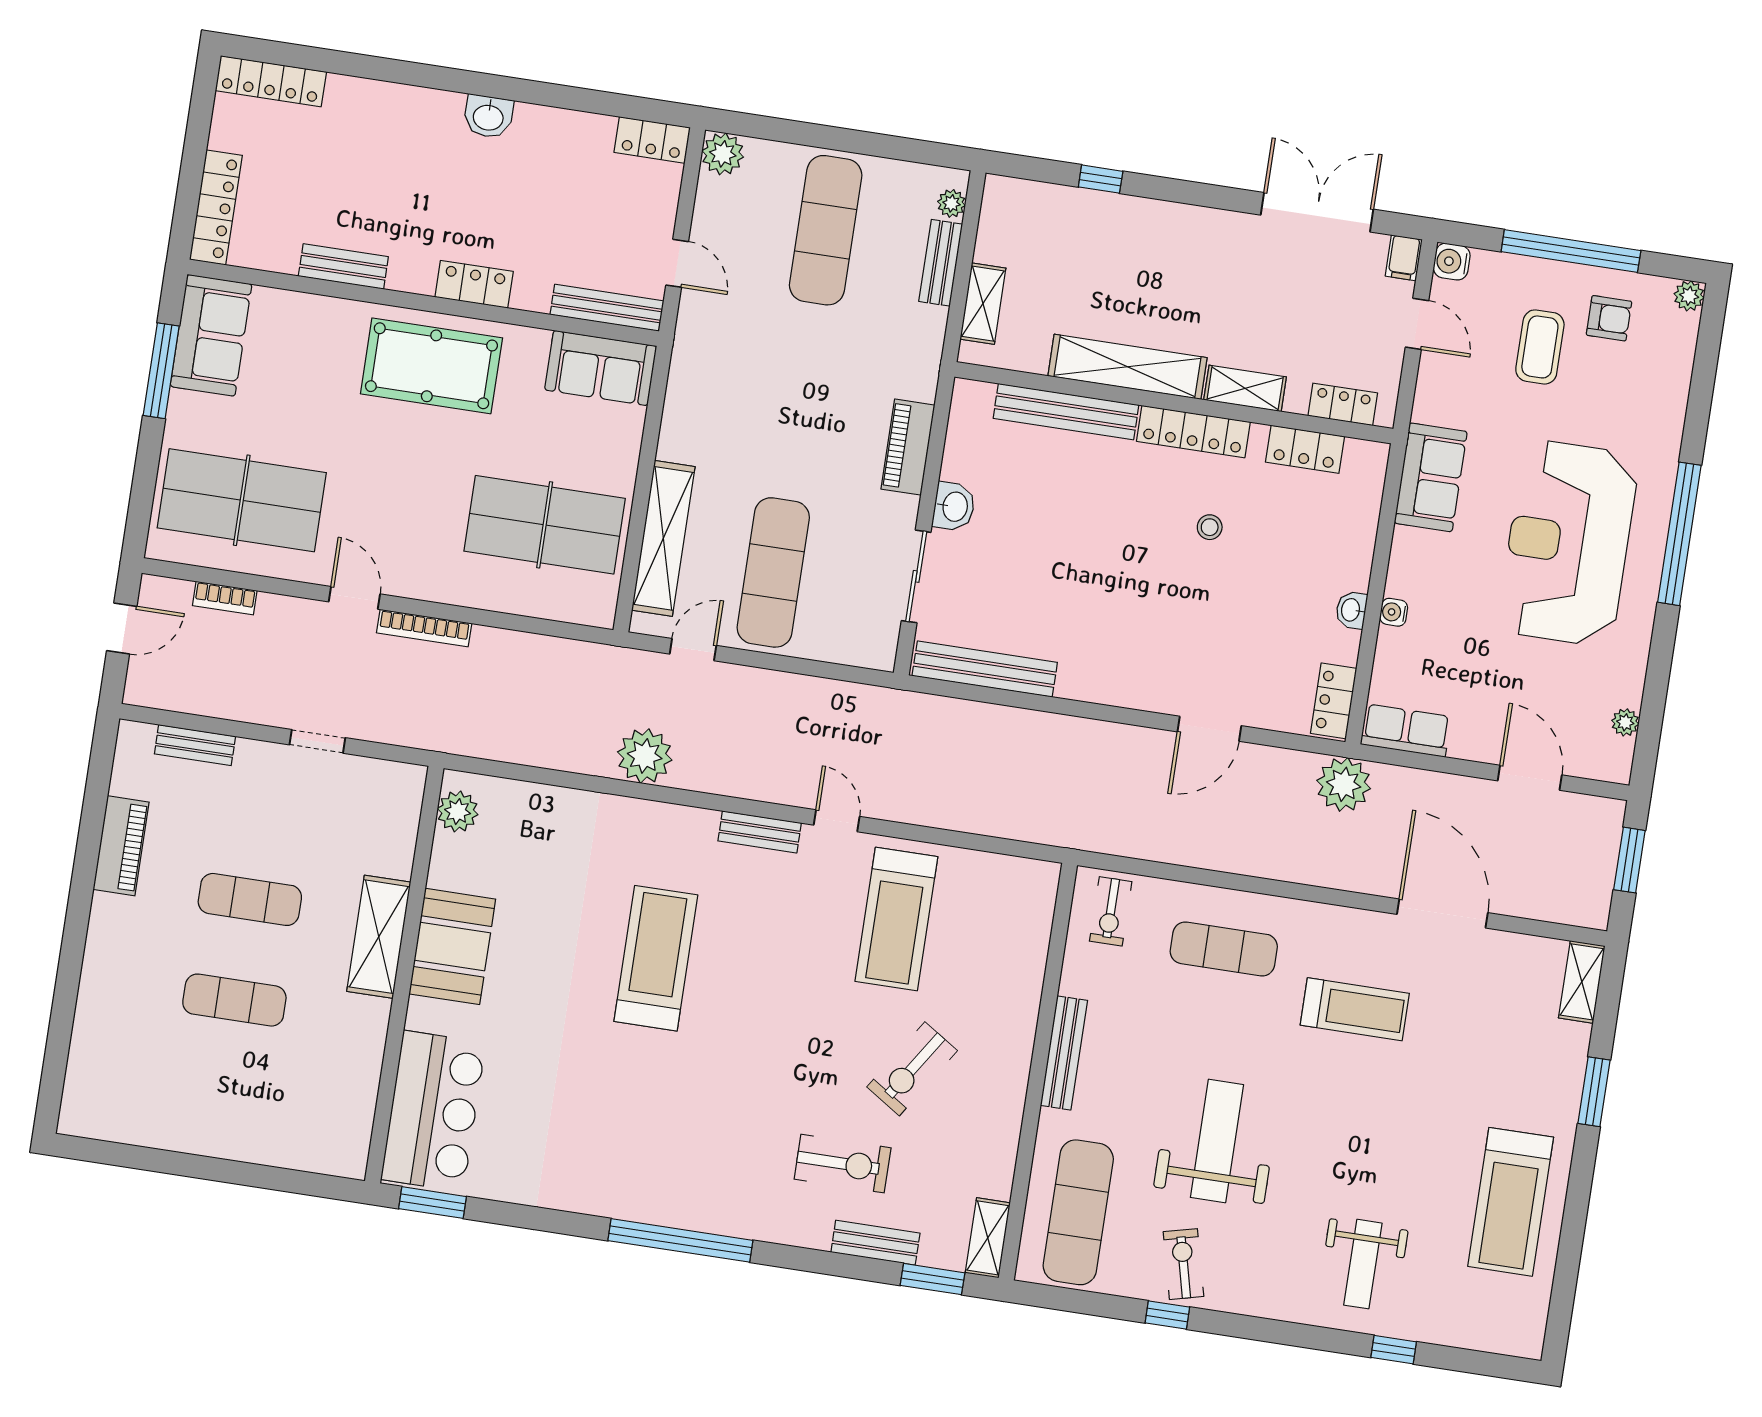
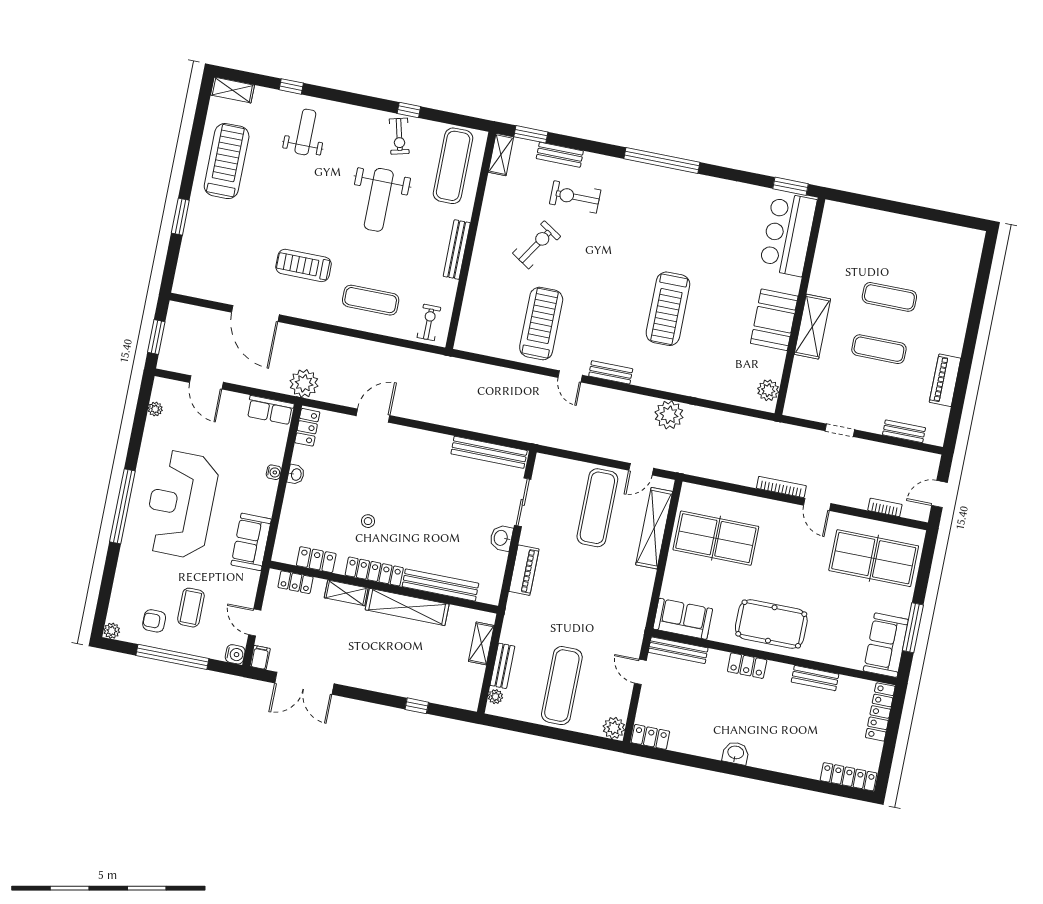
reception desk: (1568, 543) -> (181, 504), turned 180
shelving: (1582, 982) -> (232, 90), moved, turned 90

